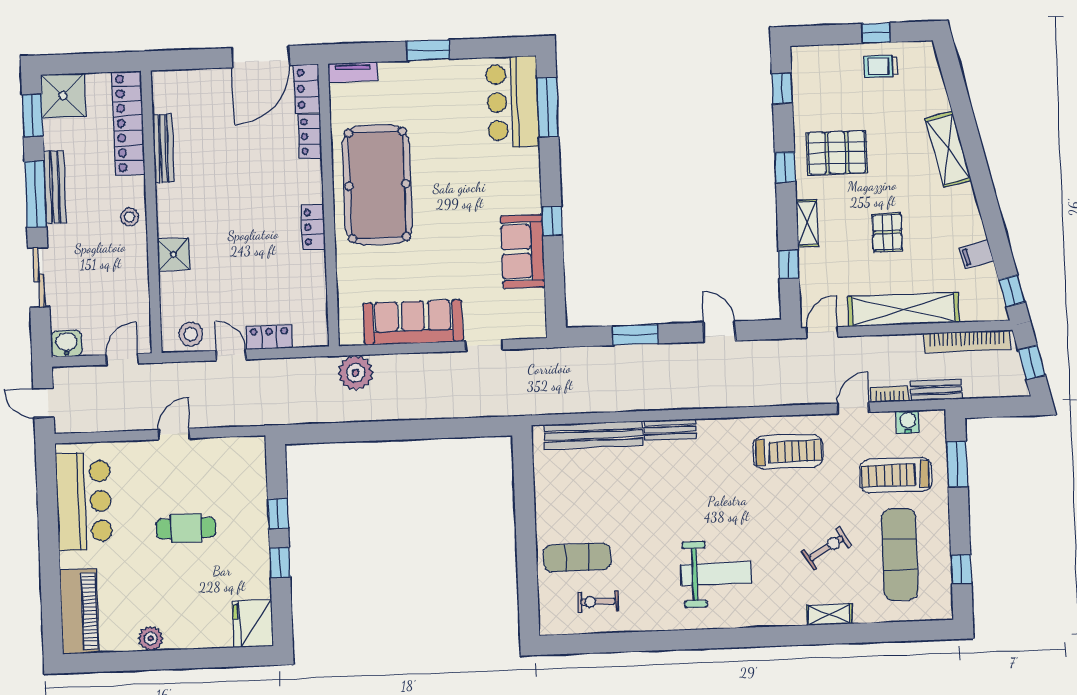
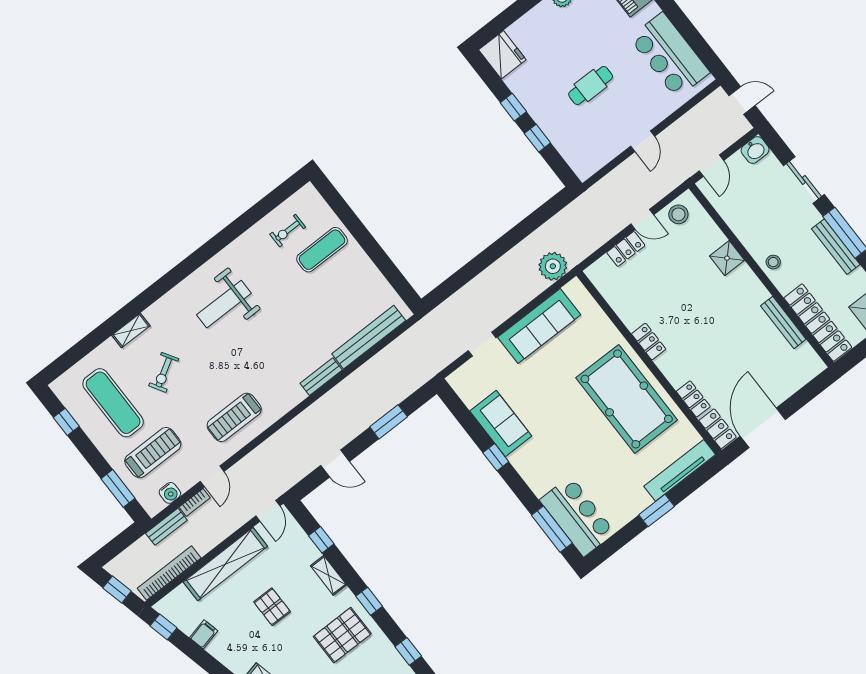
tv unit: (353, 72) -> (680, 470), width x1.92, depth x1.29
exercise bike: (598, 602) -> (288, 231), turned 180

